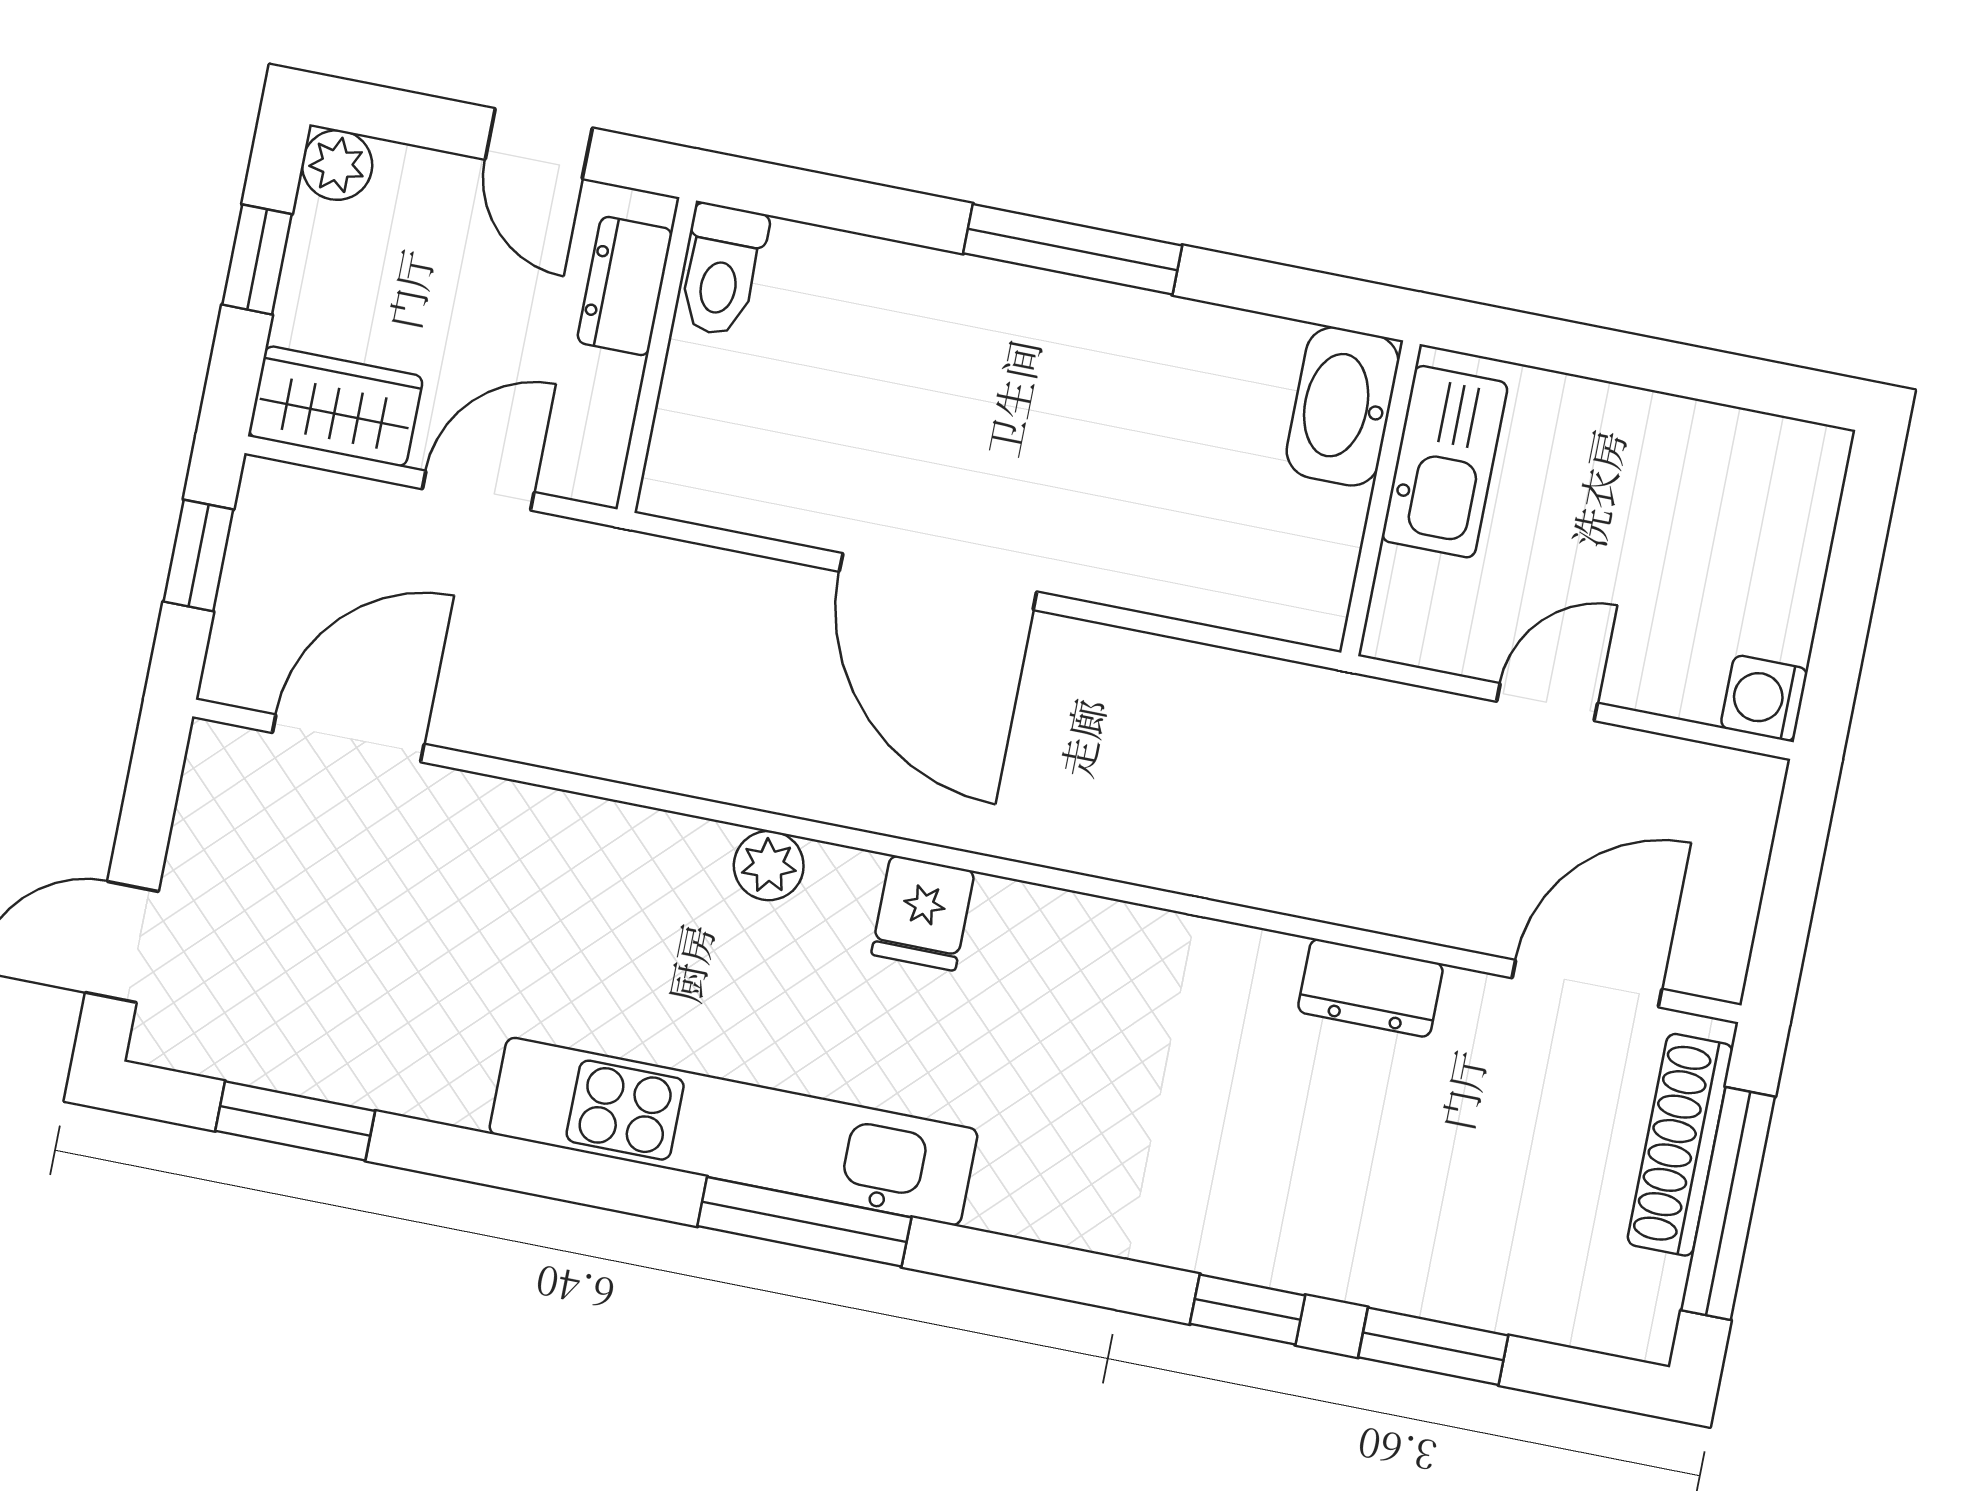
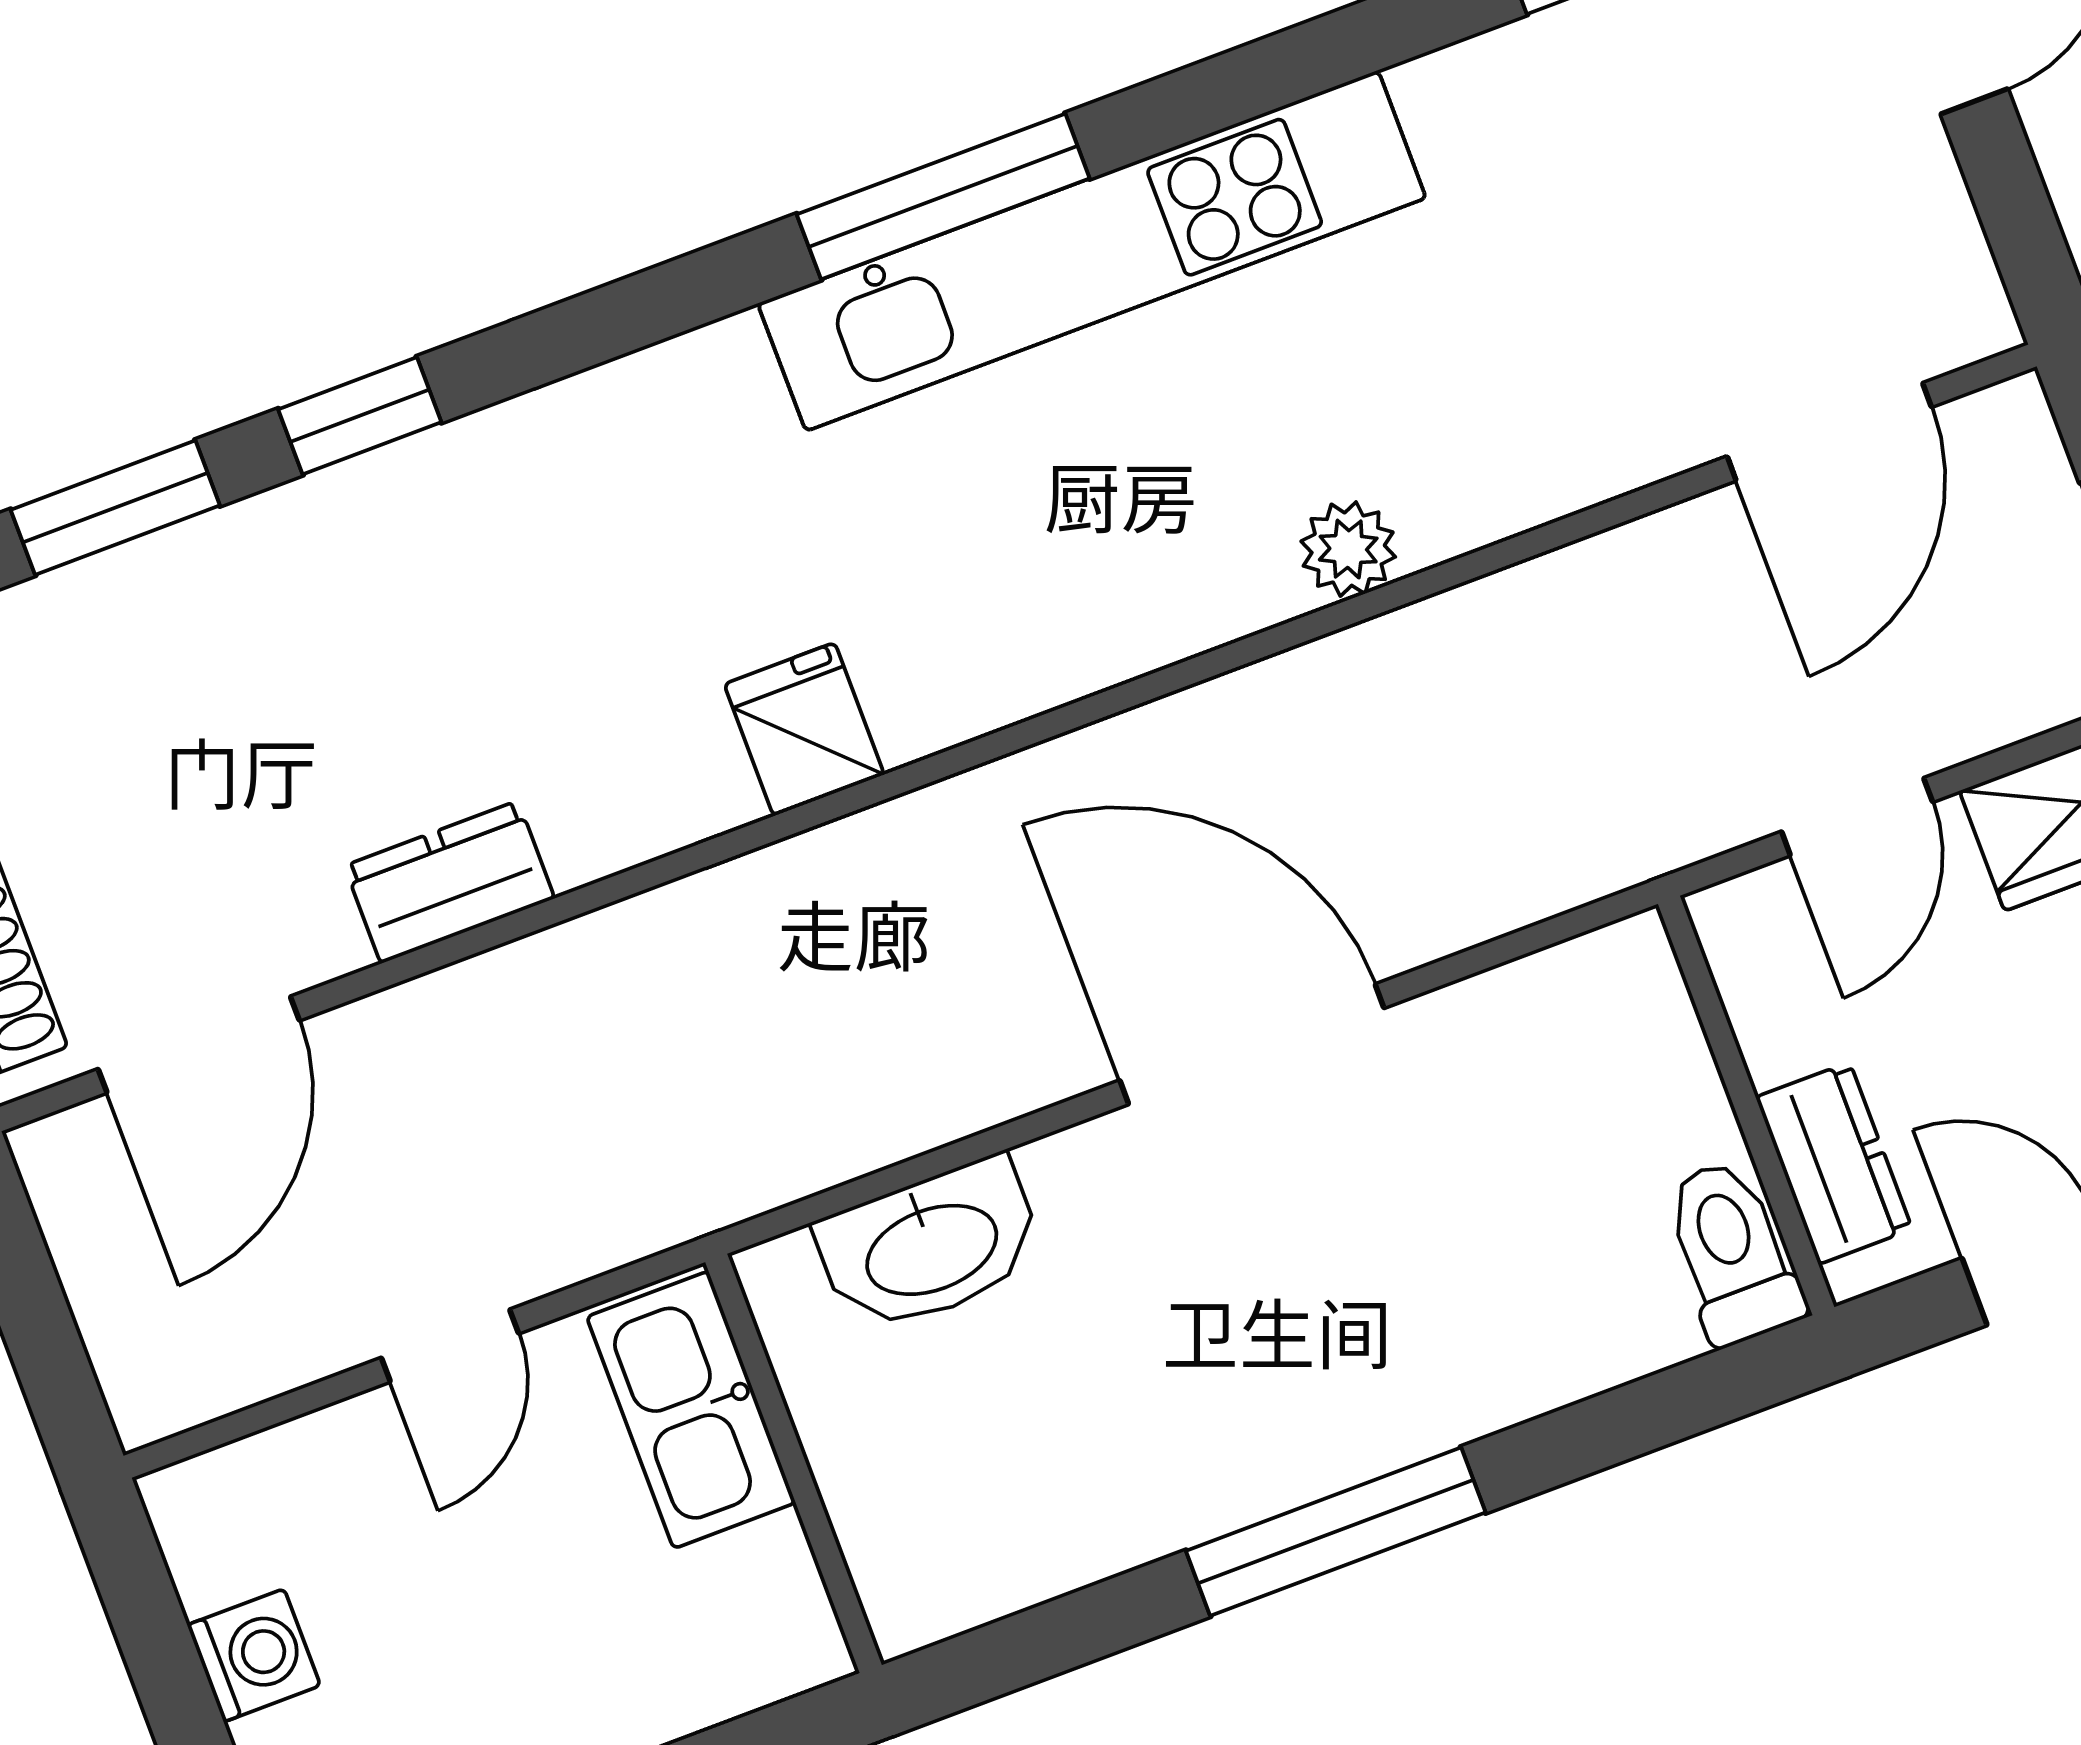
washbasin: (1343, 406) -> (930, 1246), moved, turned 90
kitchen sink: (1445, 462) -> (691, 1410), moved
washing machine: (1764, 698) -> (254, 1655), moved
plant: (769, 866) -> (1348, 549), moved
fridge: (923, 913) -> (804, 729), moved

